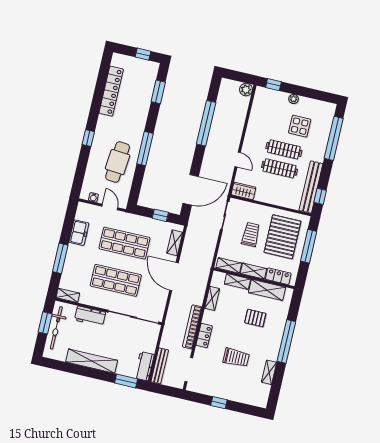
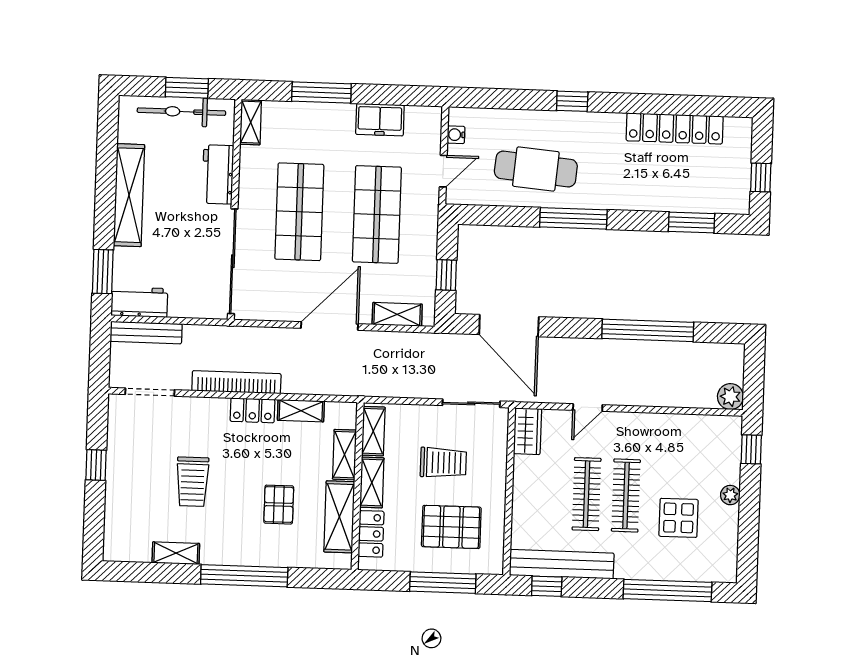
pallet: (282, 237) -> (451, 527), width x0.73, depth x0.71
locker: (204, 336) -> (252, 410), moved

